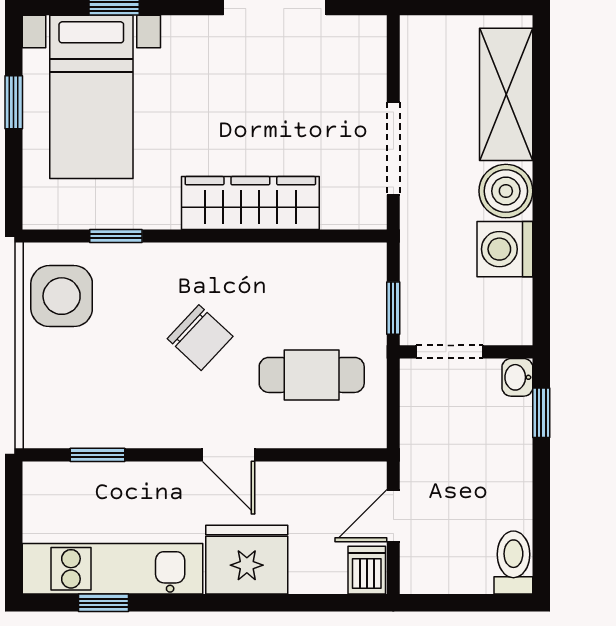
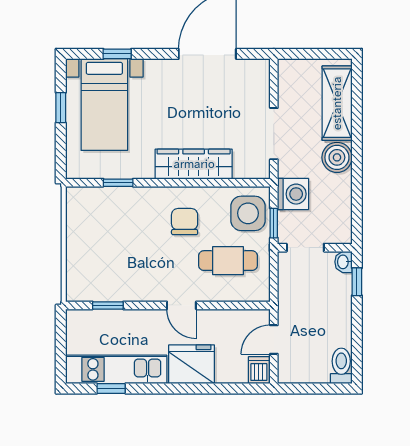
washing machine: (505, 249) -> (293, 194), moved, turned 180
side table: (62, 296) -> (248, 213), moved
chair: (200, 338) -> (185, 222), moved, turned -133

